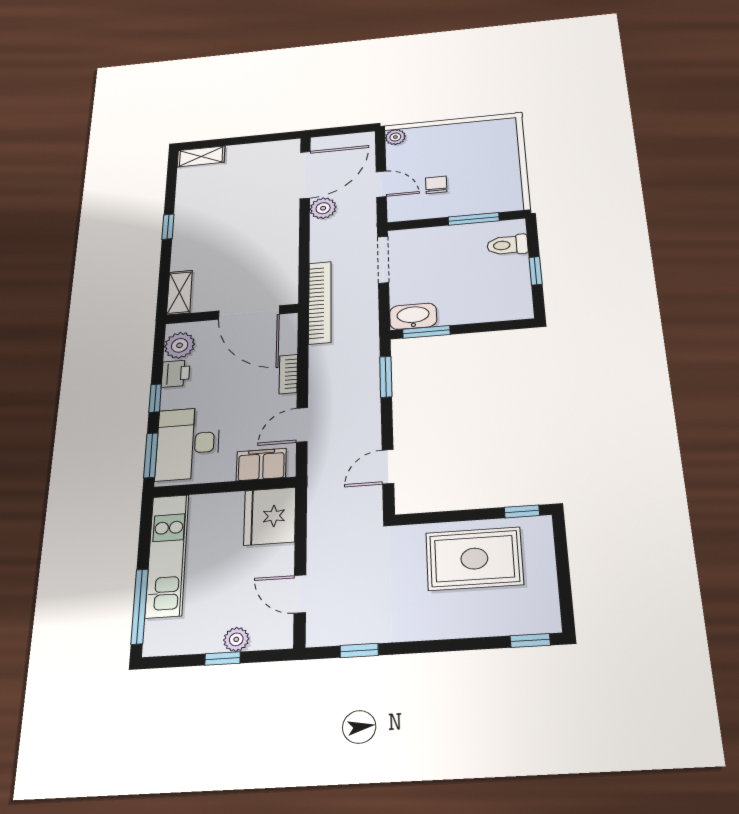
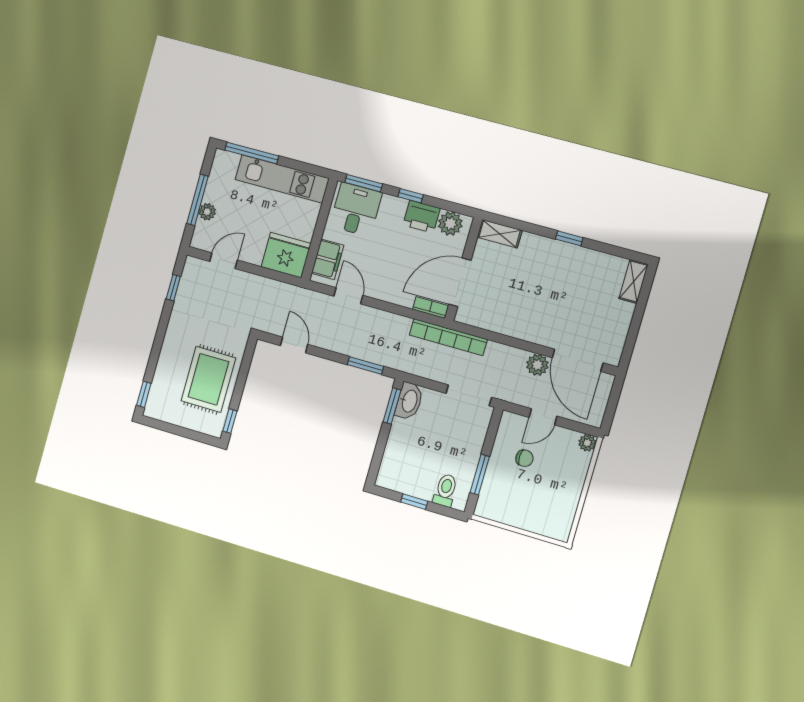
printer: (176, 374) -> (421, 217), width x1.36, depth x1.24
bookcase: (288, 374) -> (431, 307), moved
desk: (188, 444) -> (356, 209), width x0.73
window: (223, 658) -> (197, 200), width x2.17

